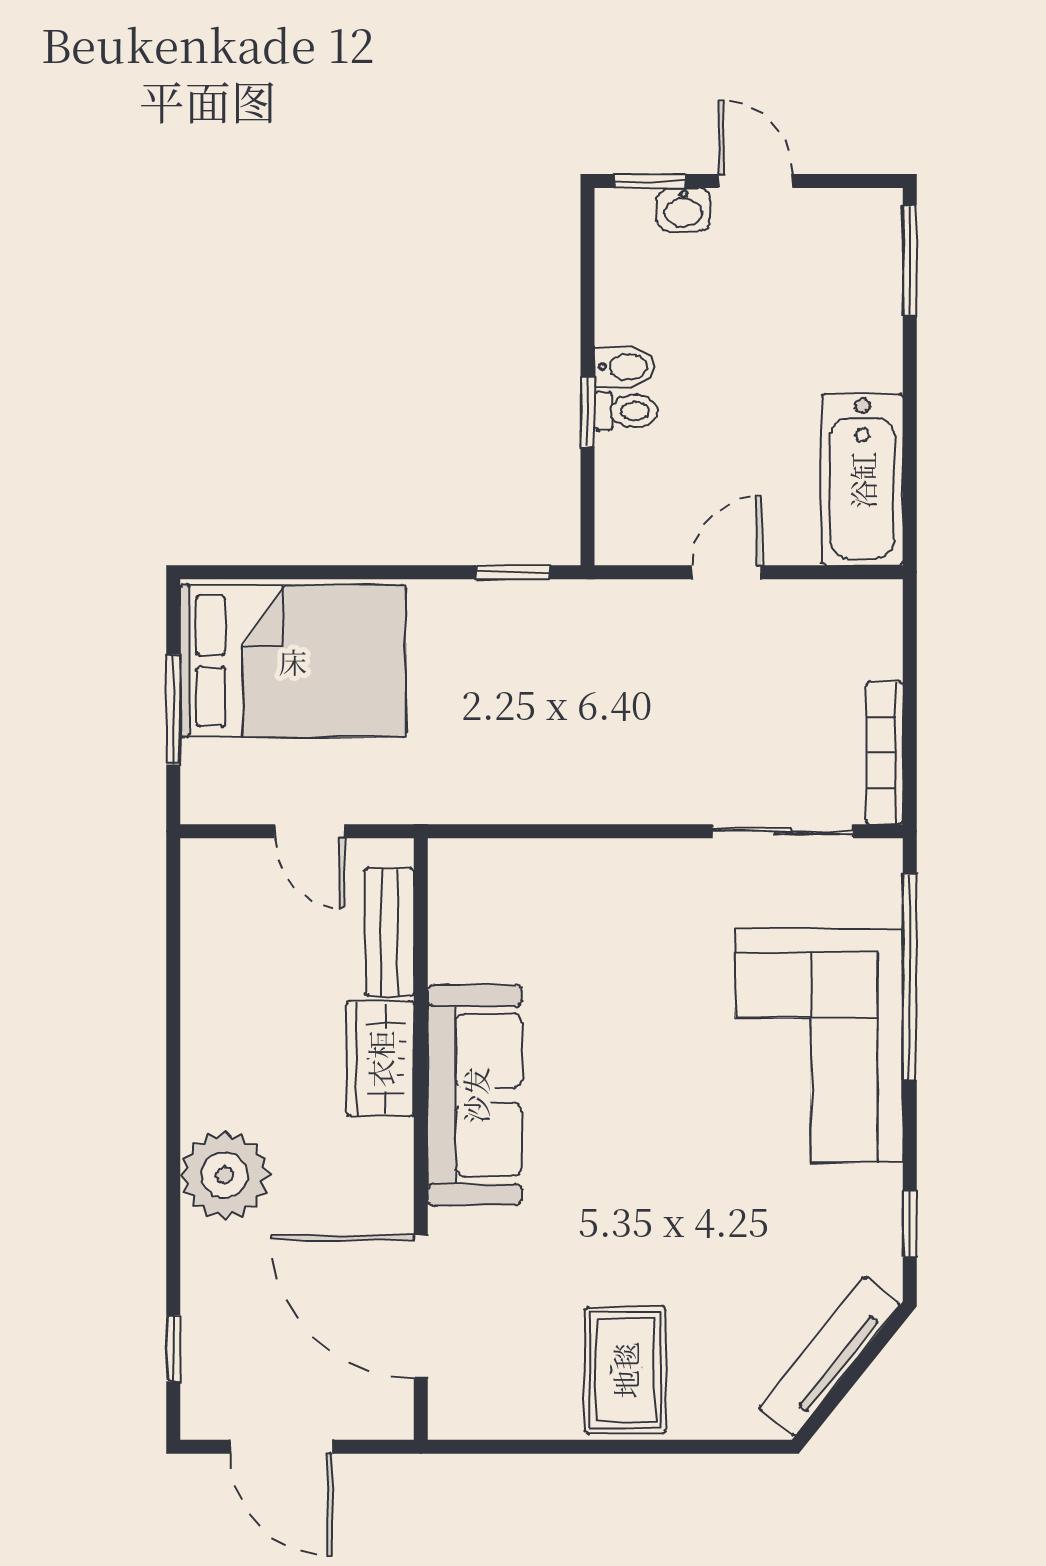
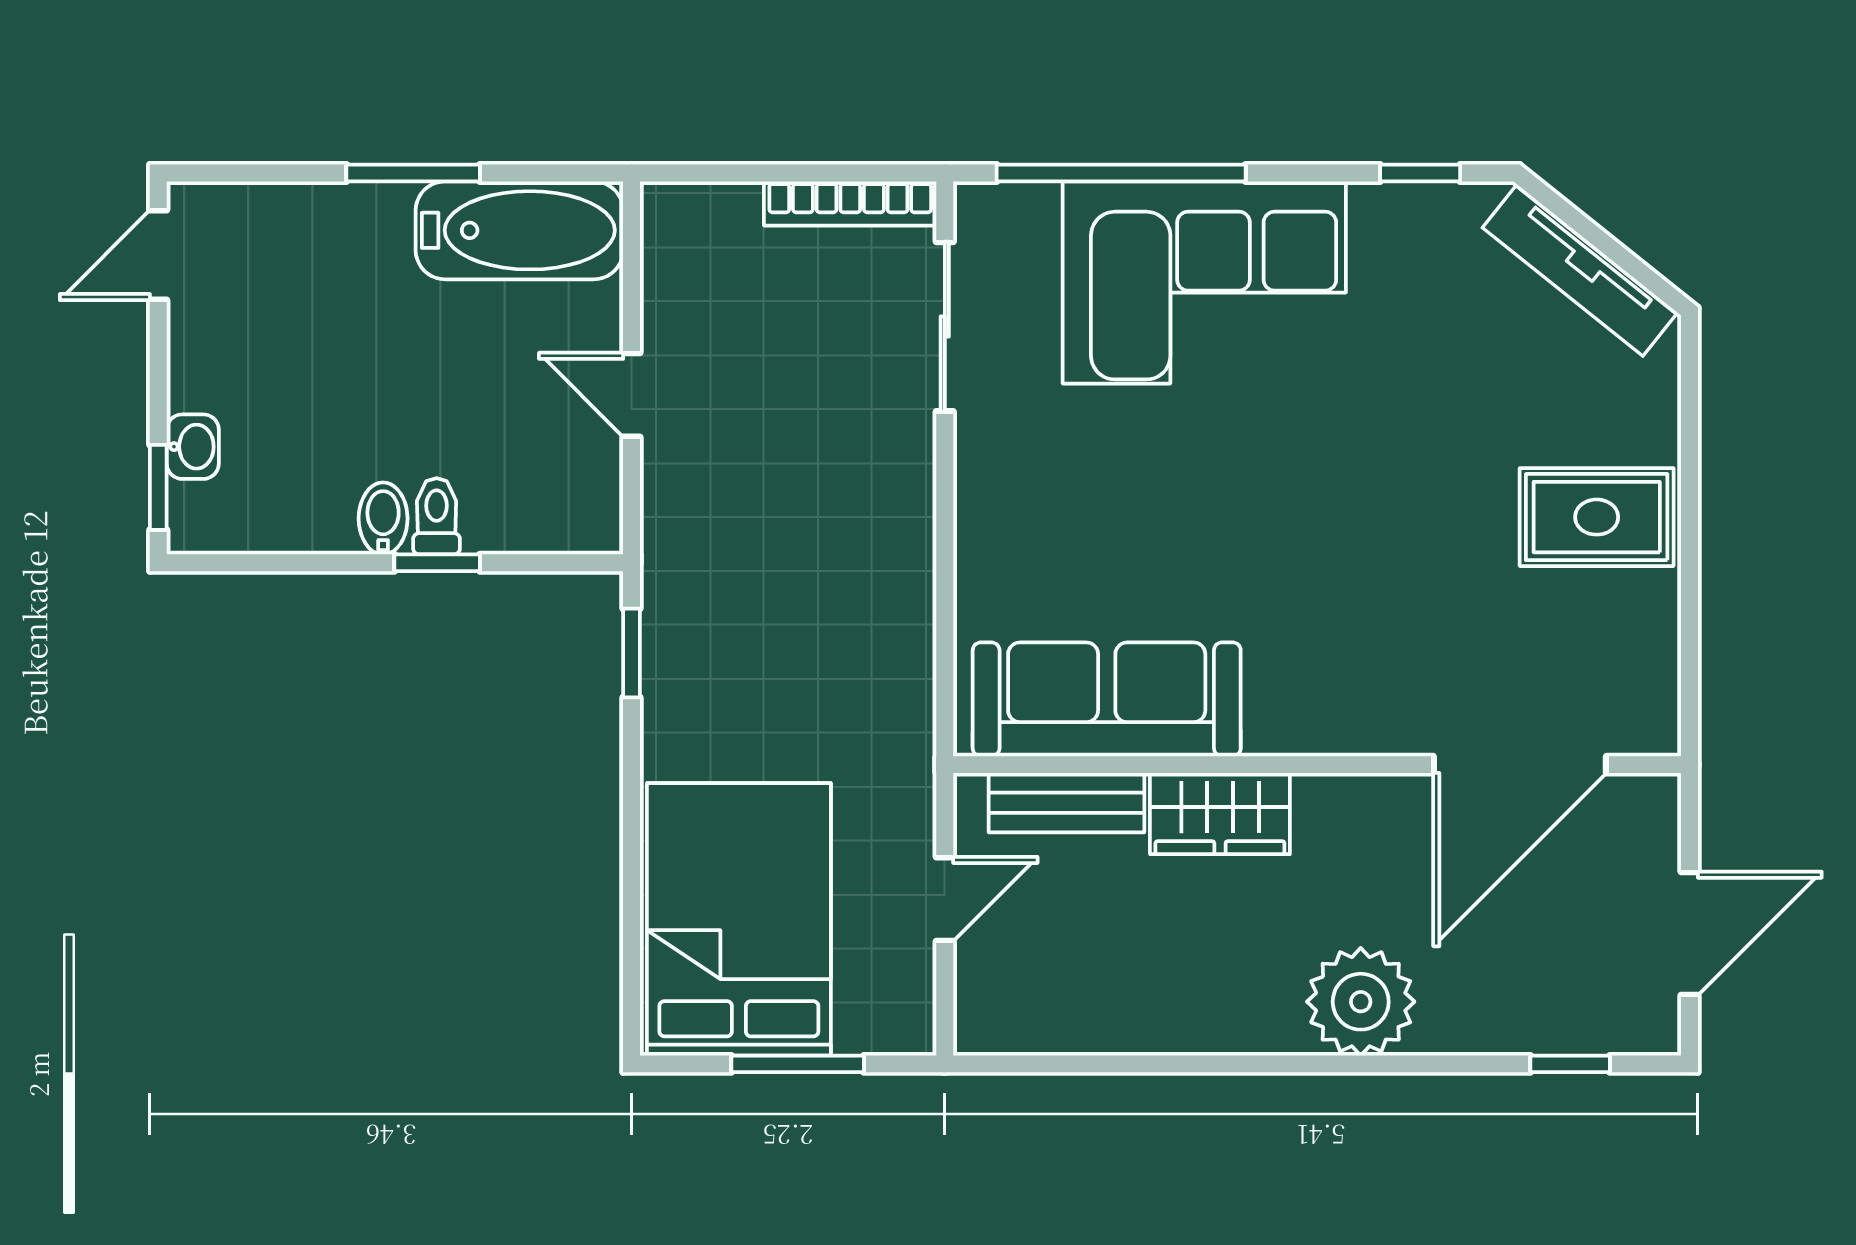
door: (756, 181) -> (158, 255), moved
window: (910, 260) -> (413, 173), moved
sofa: (475, 1095) -> (1107, 699), moved

